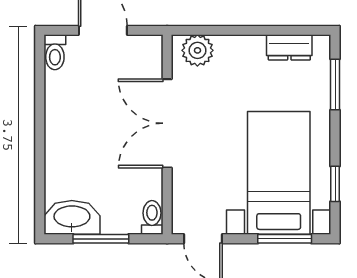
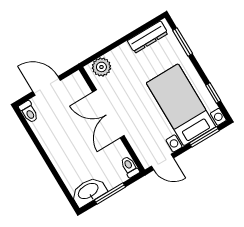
dresser: (289, 47) -> (148, 37), width x1.44

